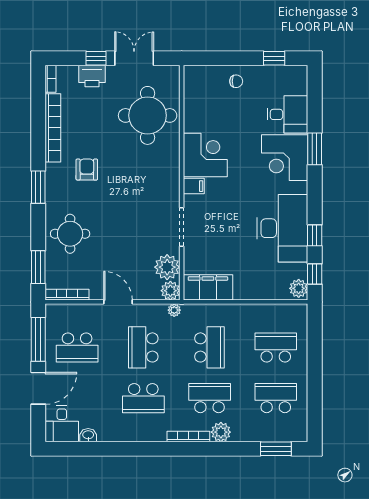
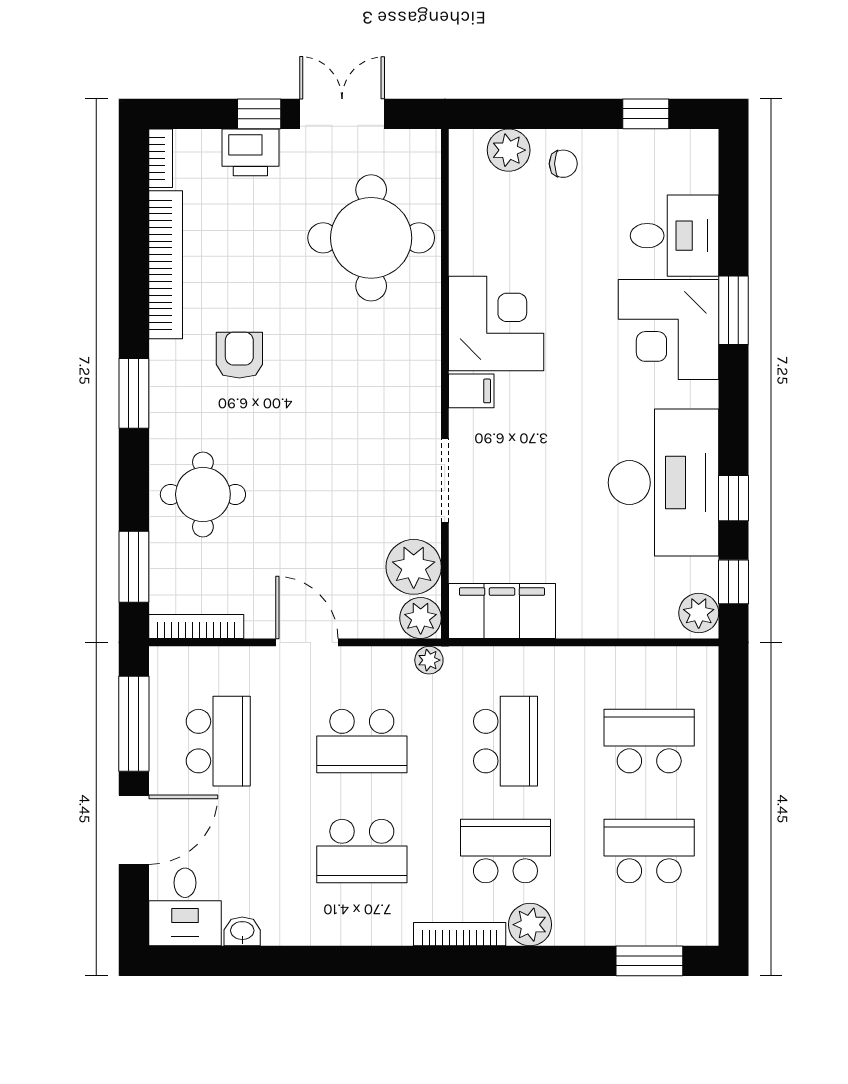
plant: (211, 75) -> (509, 150), added
school desk: (77, 347) -> (218, 741), turned -90
school desk: (143, 347) -> (362, 741), turned -90

